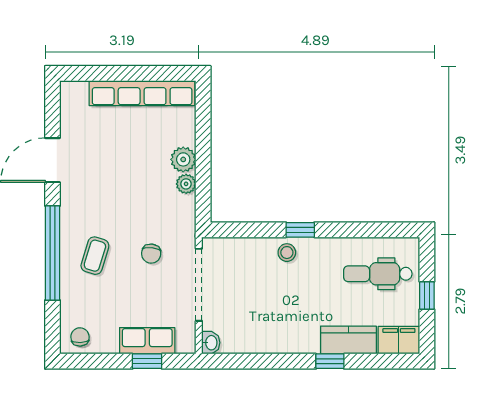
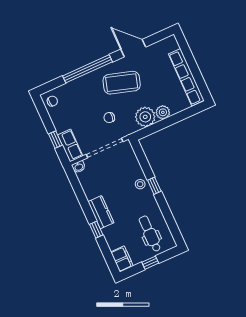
plant: (186, 184) -> (145, 117), width x1.88, depth x1.88
coffee table: (95, 256) -> (122, 83), moved, width x1.86, depth x1.72
kitchen counter: (348, 340) -> (101, 212), moved
row of seats: (147, 341) -> (70, 145), moved

